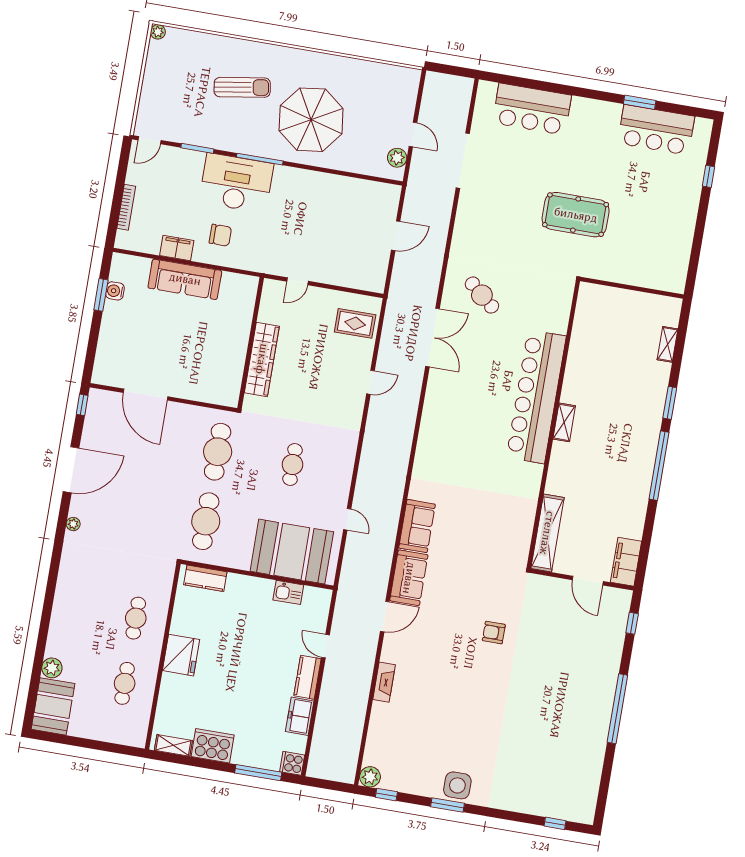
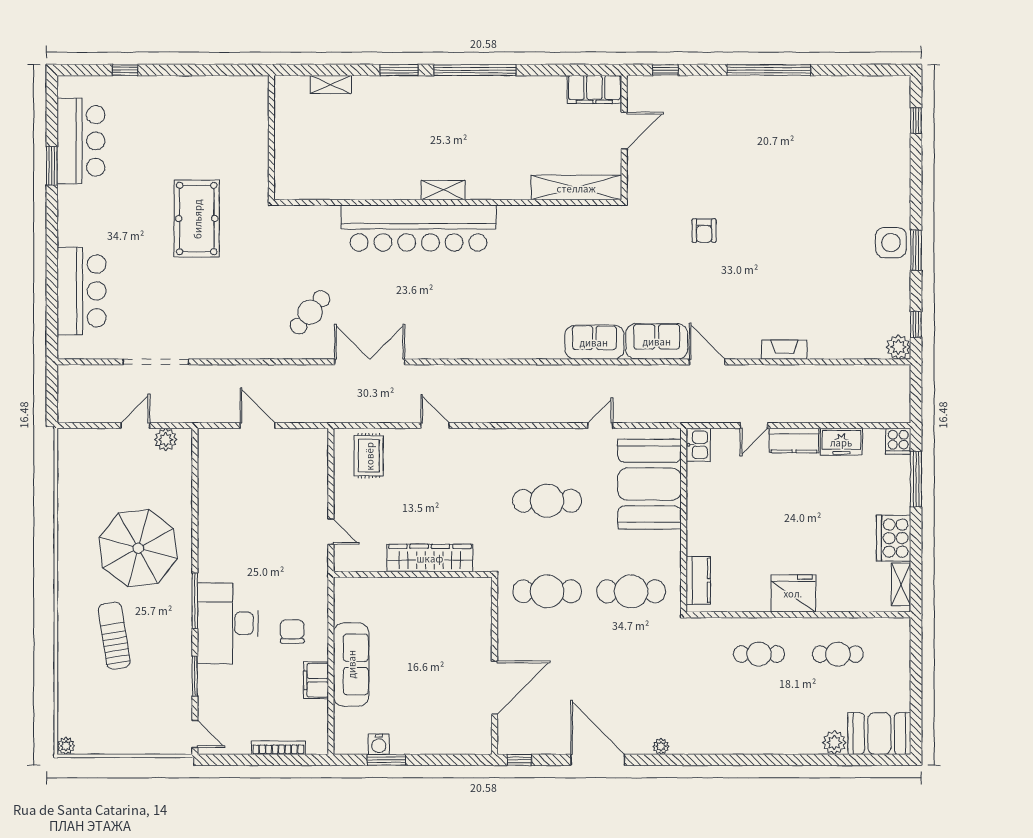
cafe table: (293, 465) -> (547, 501), width x1.37, depth x1.35
kitchen sink: (288, 592) -> (698, 445), moved

